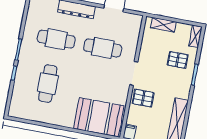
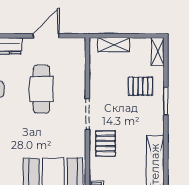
cafe table: (103, 48) -> (41, 89), turned 90
pallet: (143, 98) -> (105, 144), turned 90

